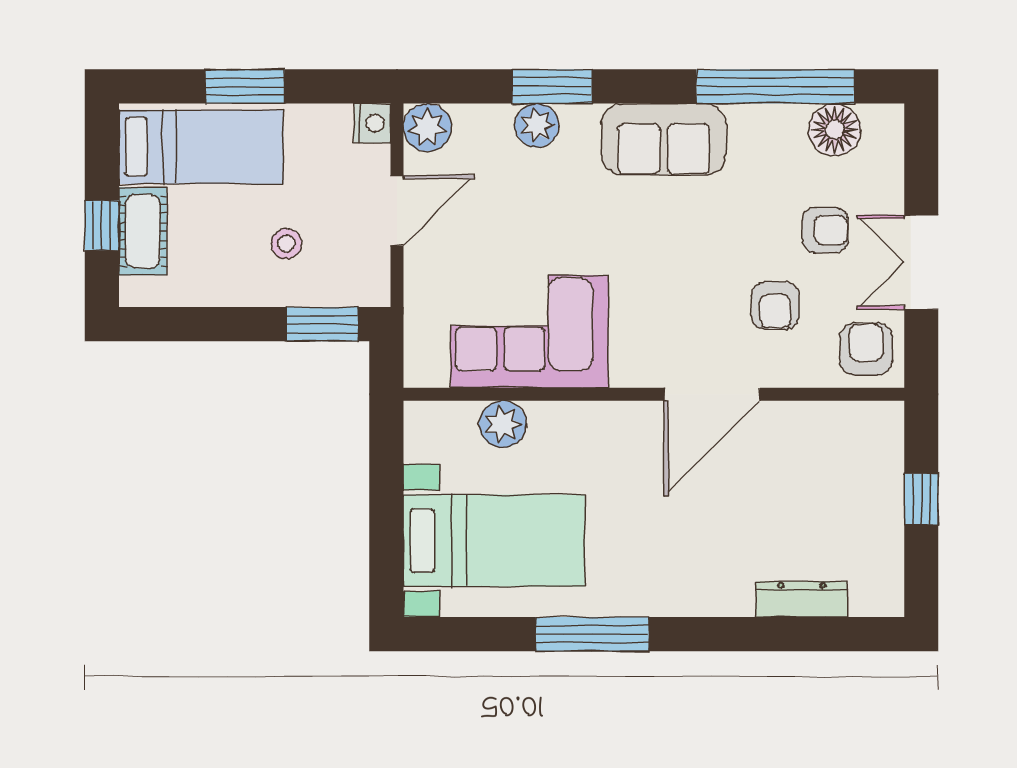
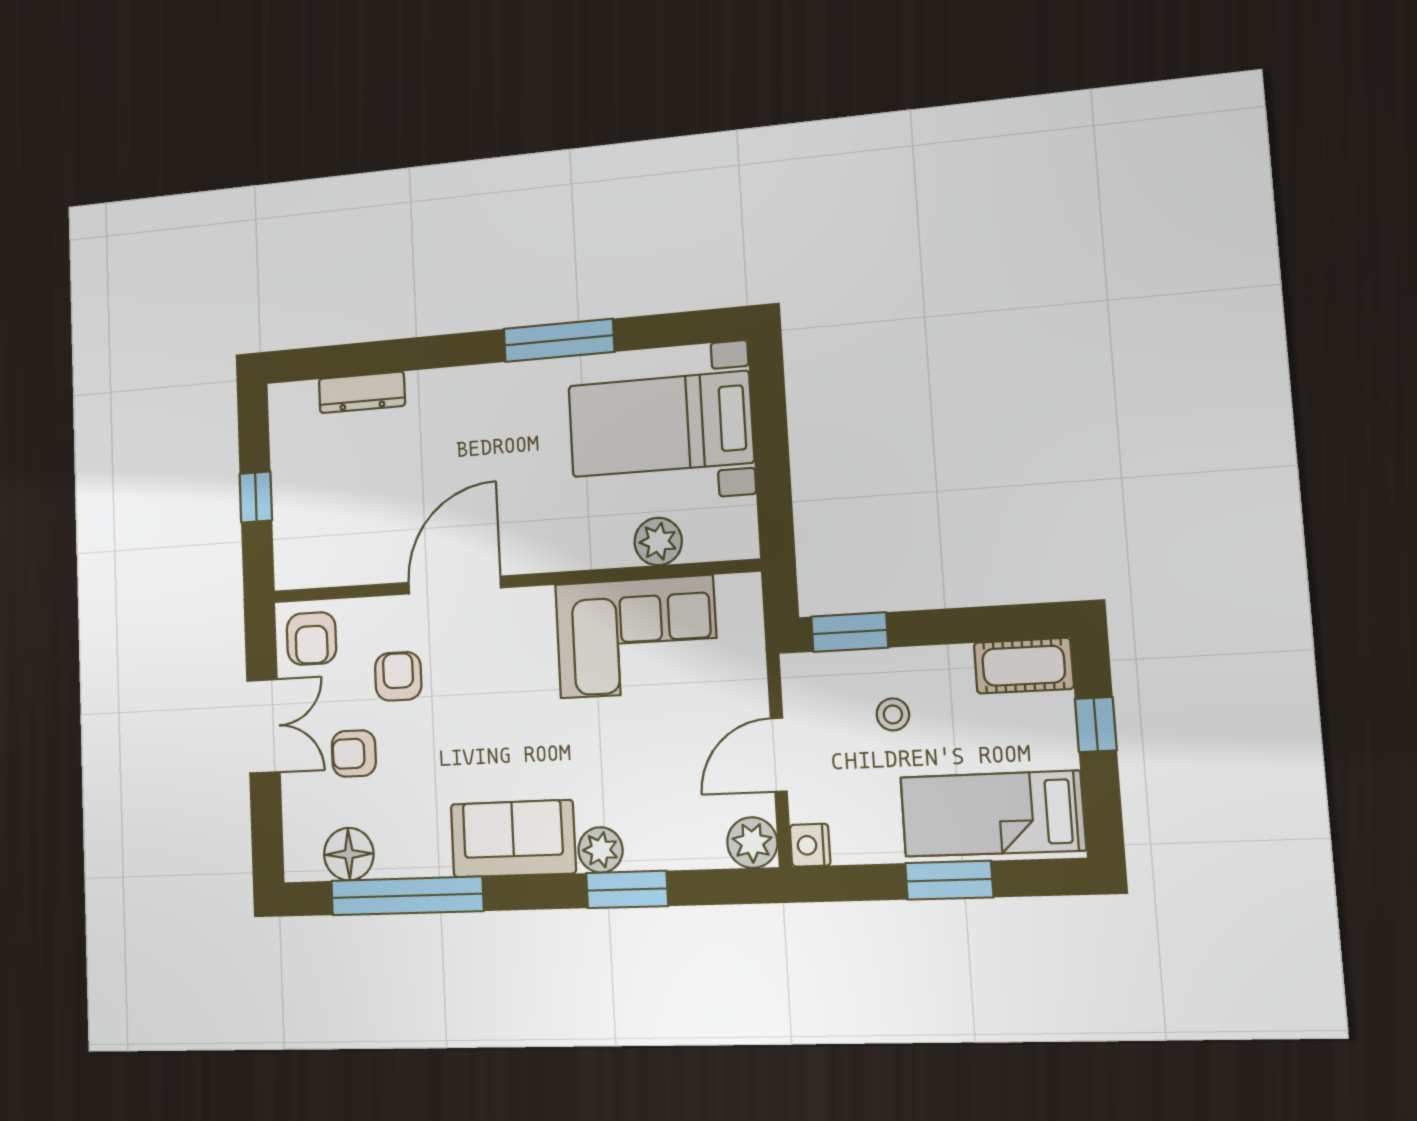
plant: (537, 125) -> (601, 850), moved
cot: (143, 231) -> (1024, 666), moved, turned 90

